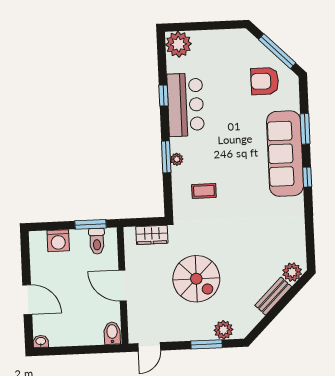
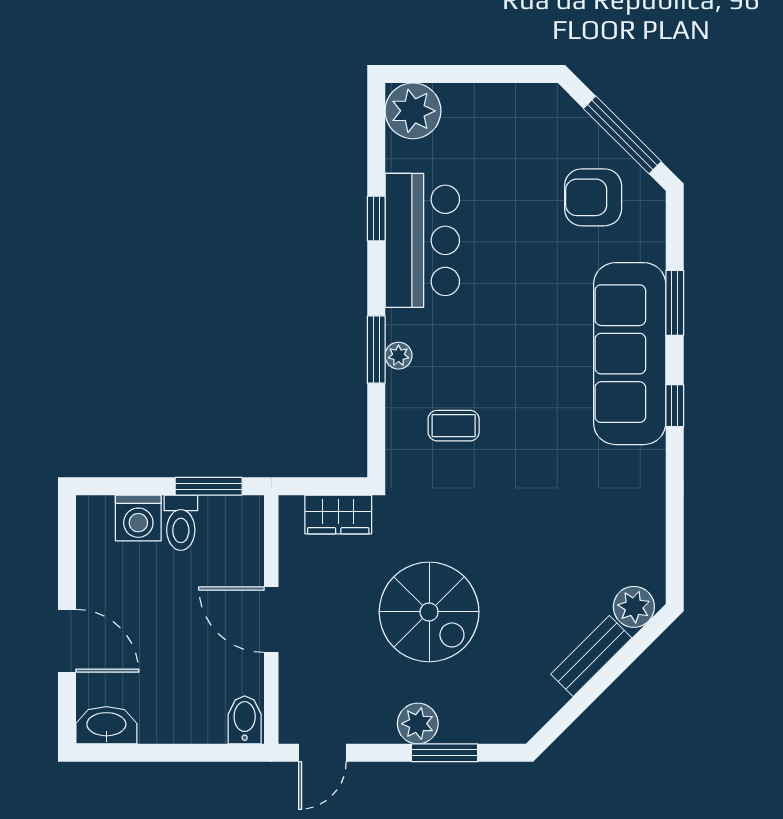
toilet: (97, 241) -> (181, 523), moved
plant: (223, 330) -> (418, 724), moved
washbasin: (41, 341) -> (106, 725), width x1.91, depth x1.45

